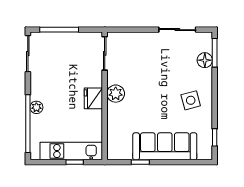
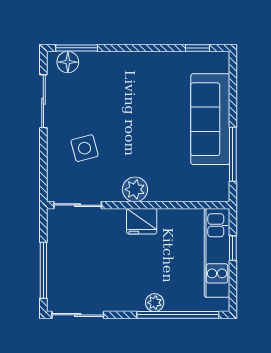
floor lamp: (205, 60) -> (68, 62), moved
side table: (191, 100) -> (85, 148), moved
window: (140, 162) -> (233, 154), width x2.17

